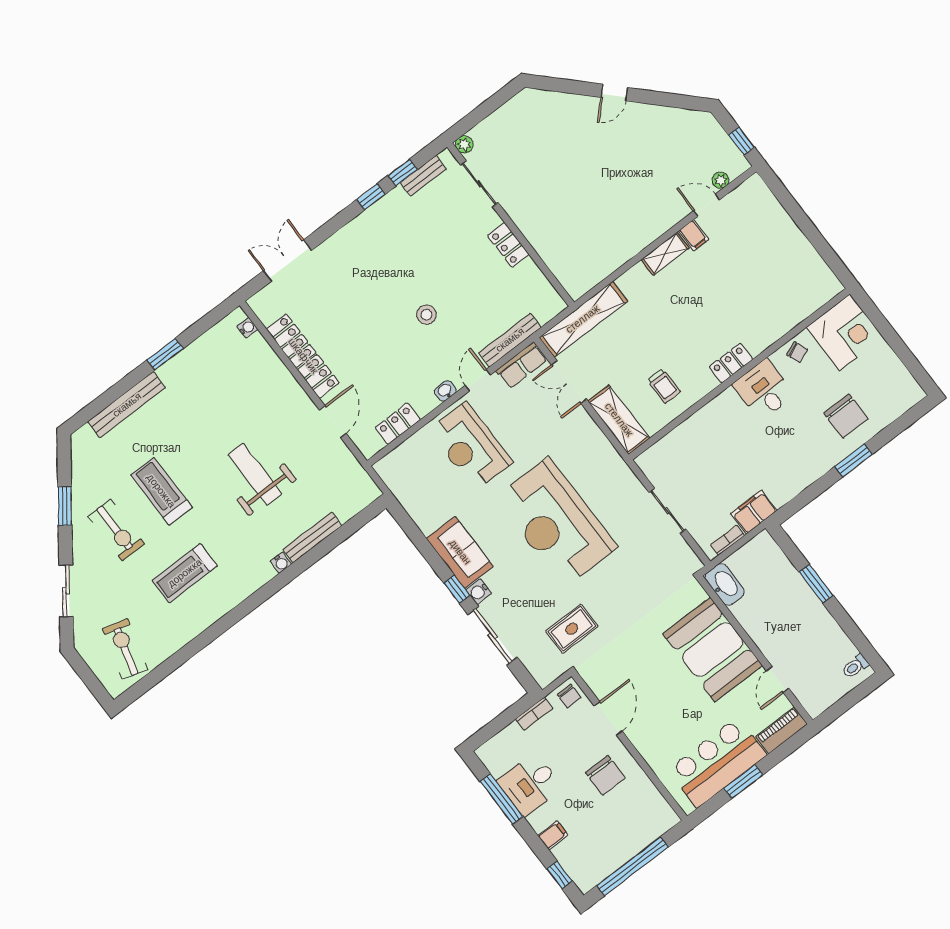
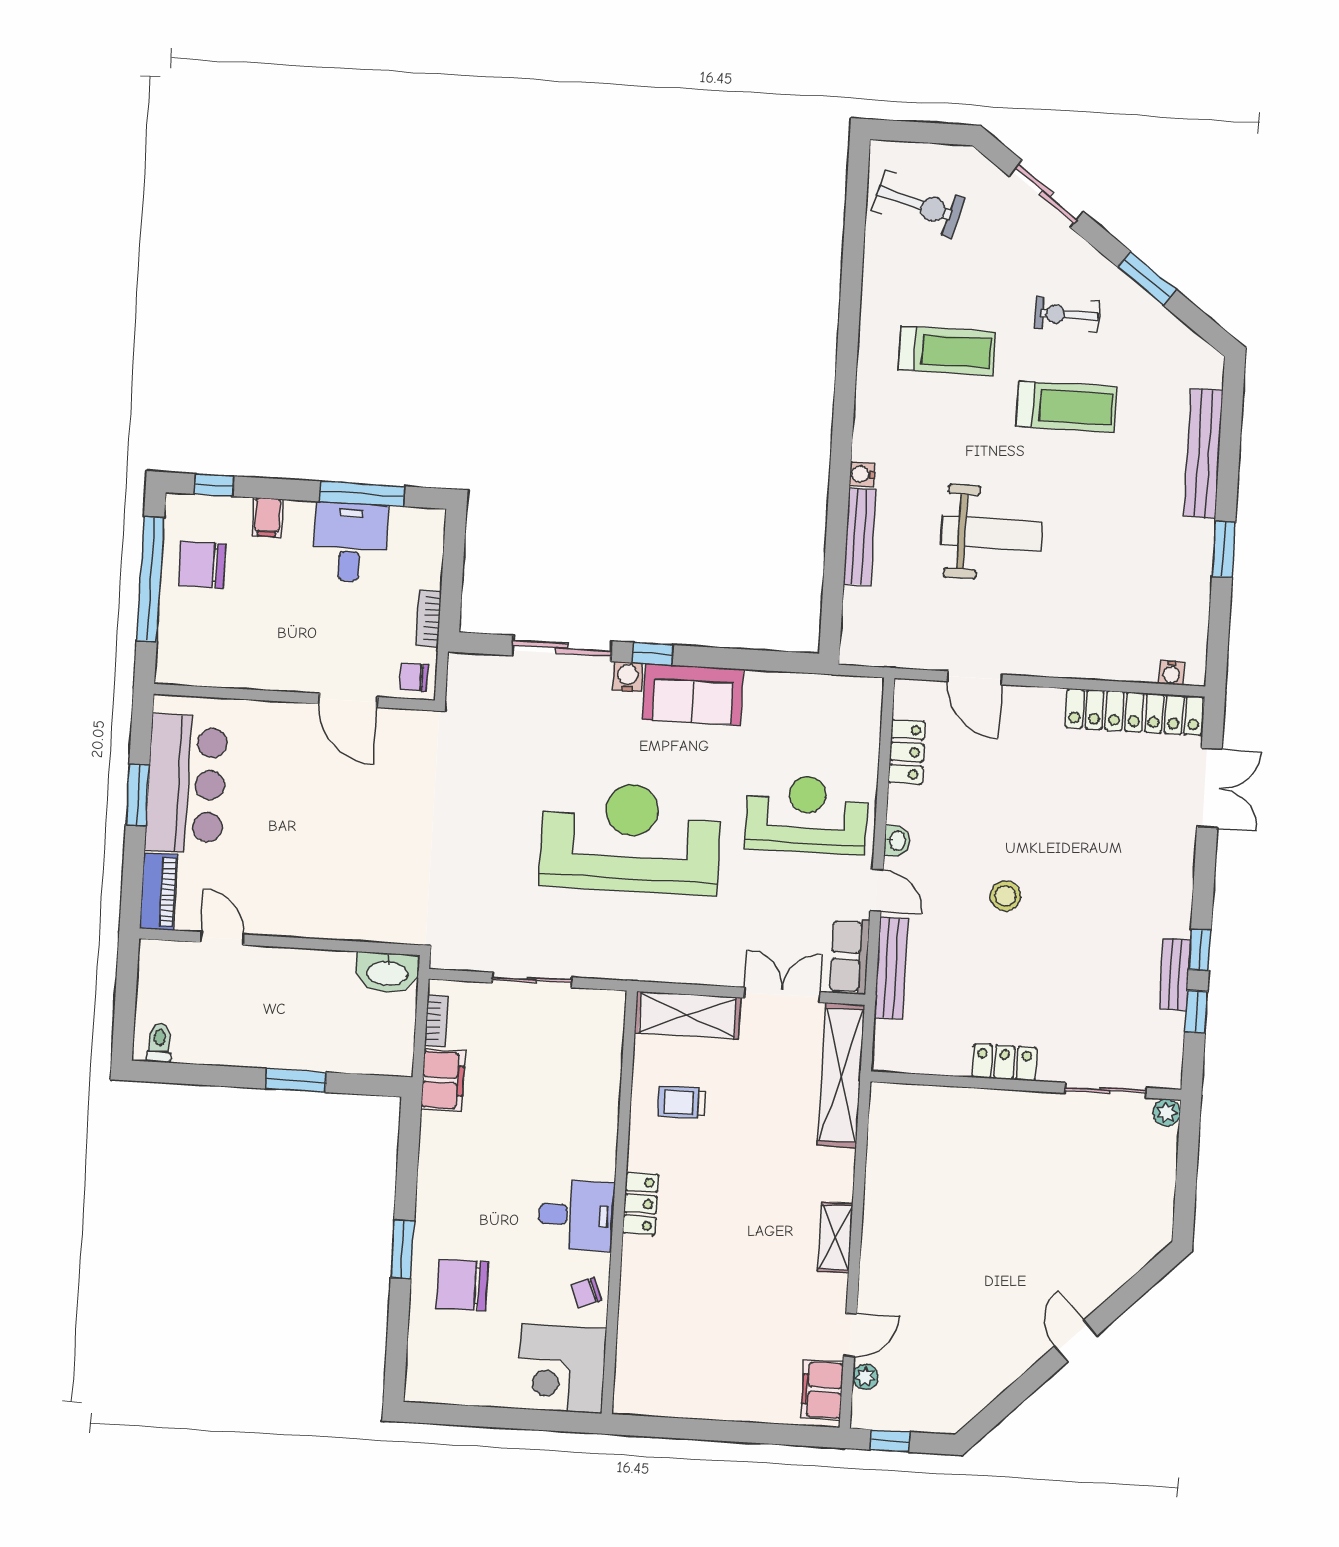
bench: (423, 176) -> (1175, 974), moved
filing cabinet: (694, 235) -> (822, 1390), moved, width x2.00
locker: (303, 356) -> (1134, 712), moved
exercise bike: (116, 530) -> (1067, 315), width x0.73, depth x0.72
treadmill: (185, 573) -> (947, 351), turned 90
rug: (572, 629) -> (490, 748), removed
booth: (713, 650) -> (323, 892), removed
chair: (605, 775) -> (202, 565), moved

